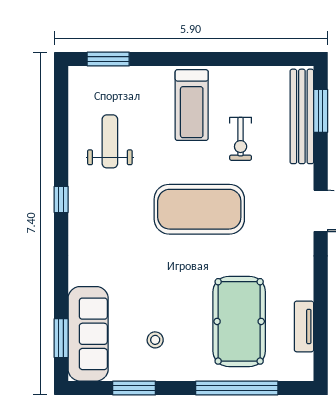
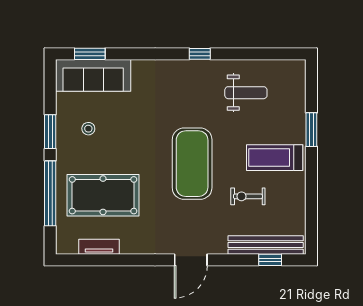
window: (108, 59) -> (311, 130), moved
window: (321, 111) -> (270, 260), width x0.67
window: (134, 388) -> (50, 132), moved

